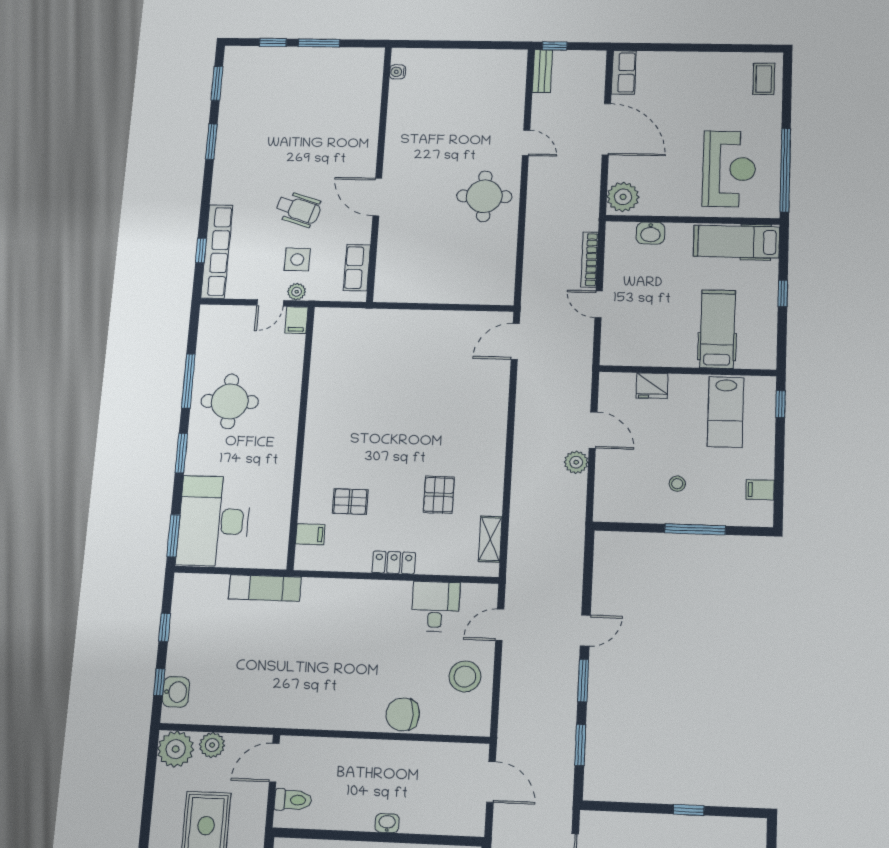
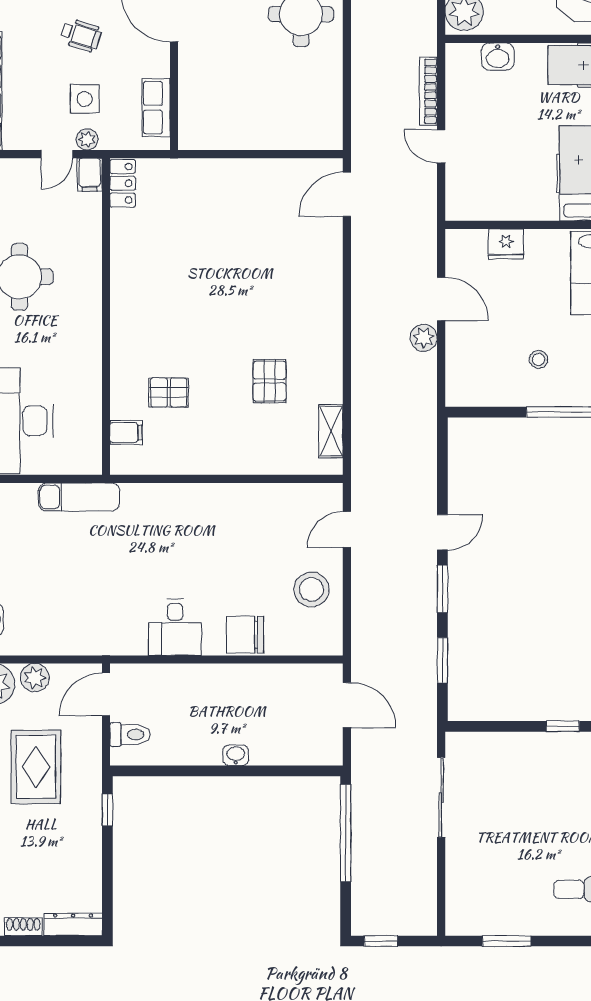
wheelchair: (298, 209) -> (81, 35), width x0.73, depth x0.73
locker: (394, 562) -> (123, 183), moved, turned 90
desk: (435, 606) -> (175, 627), moved, turned 180

